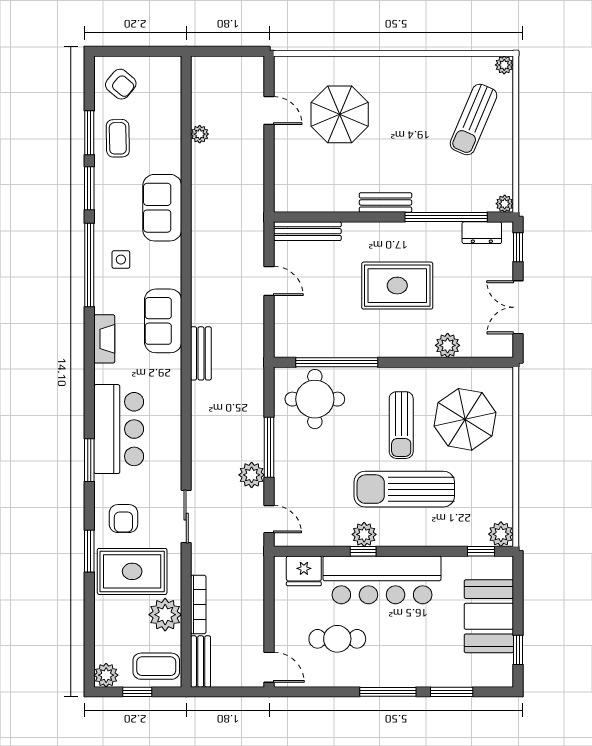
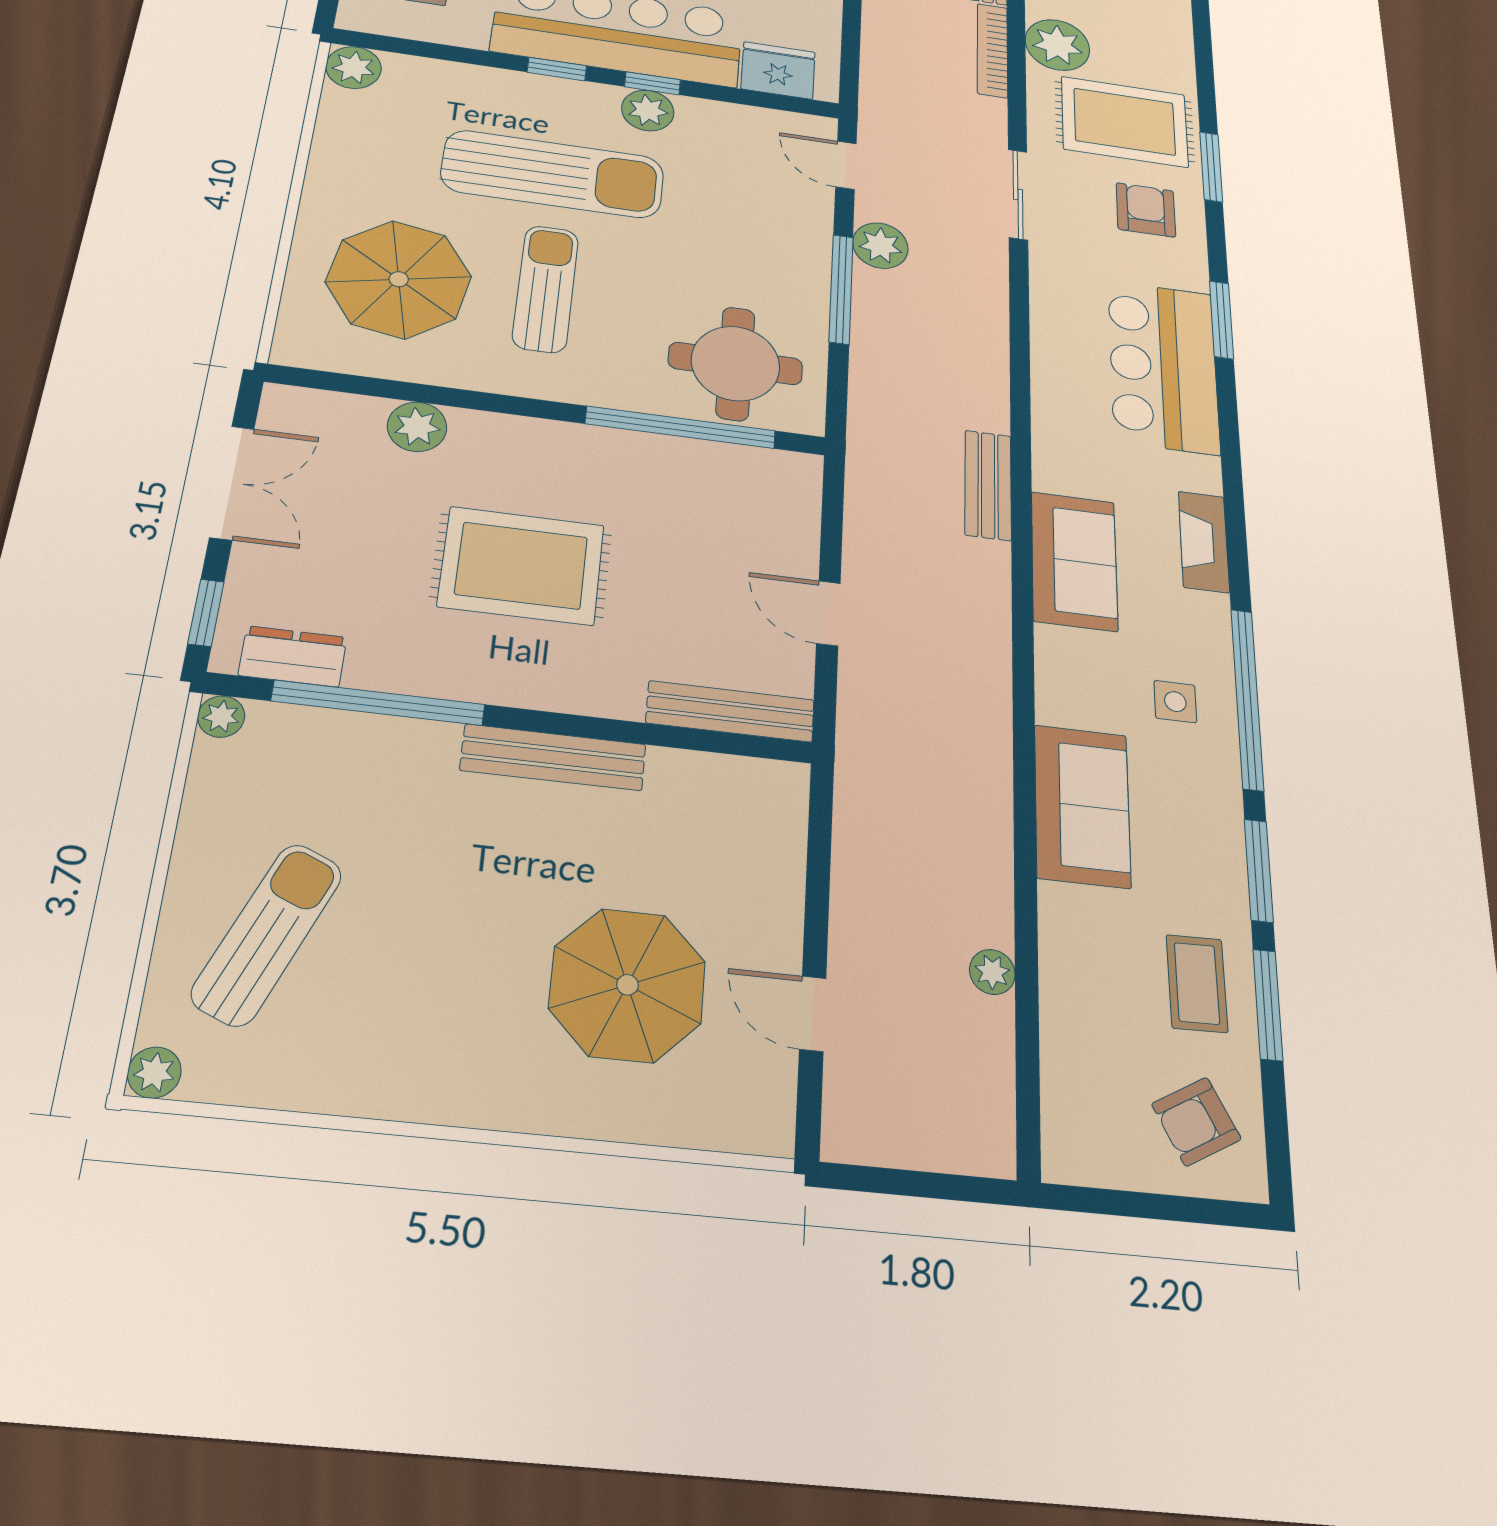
armchair: (121, 84) -> (1196, 1122), turned -69
bench: (386, 203) -> (553, 757), width x1.36
window: (481, 551) -> (557, 69), moved

